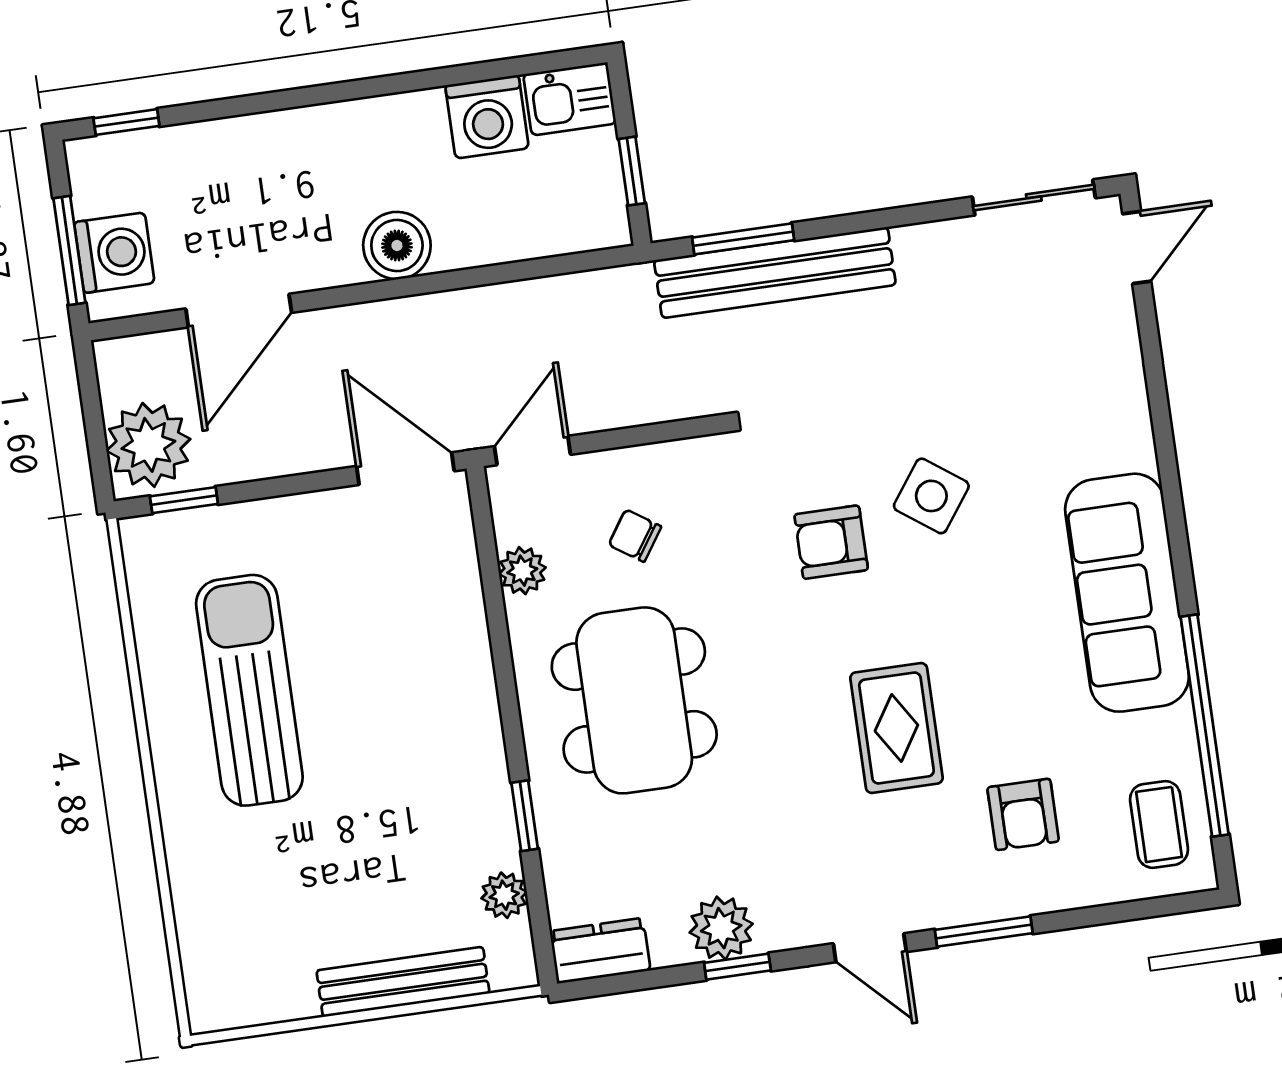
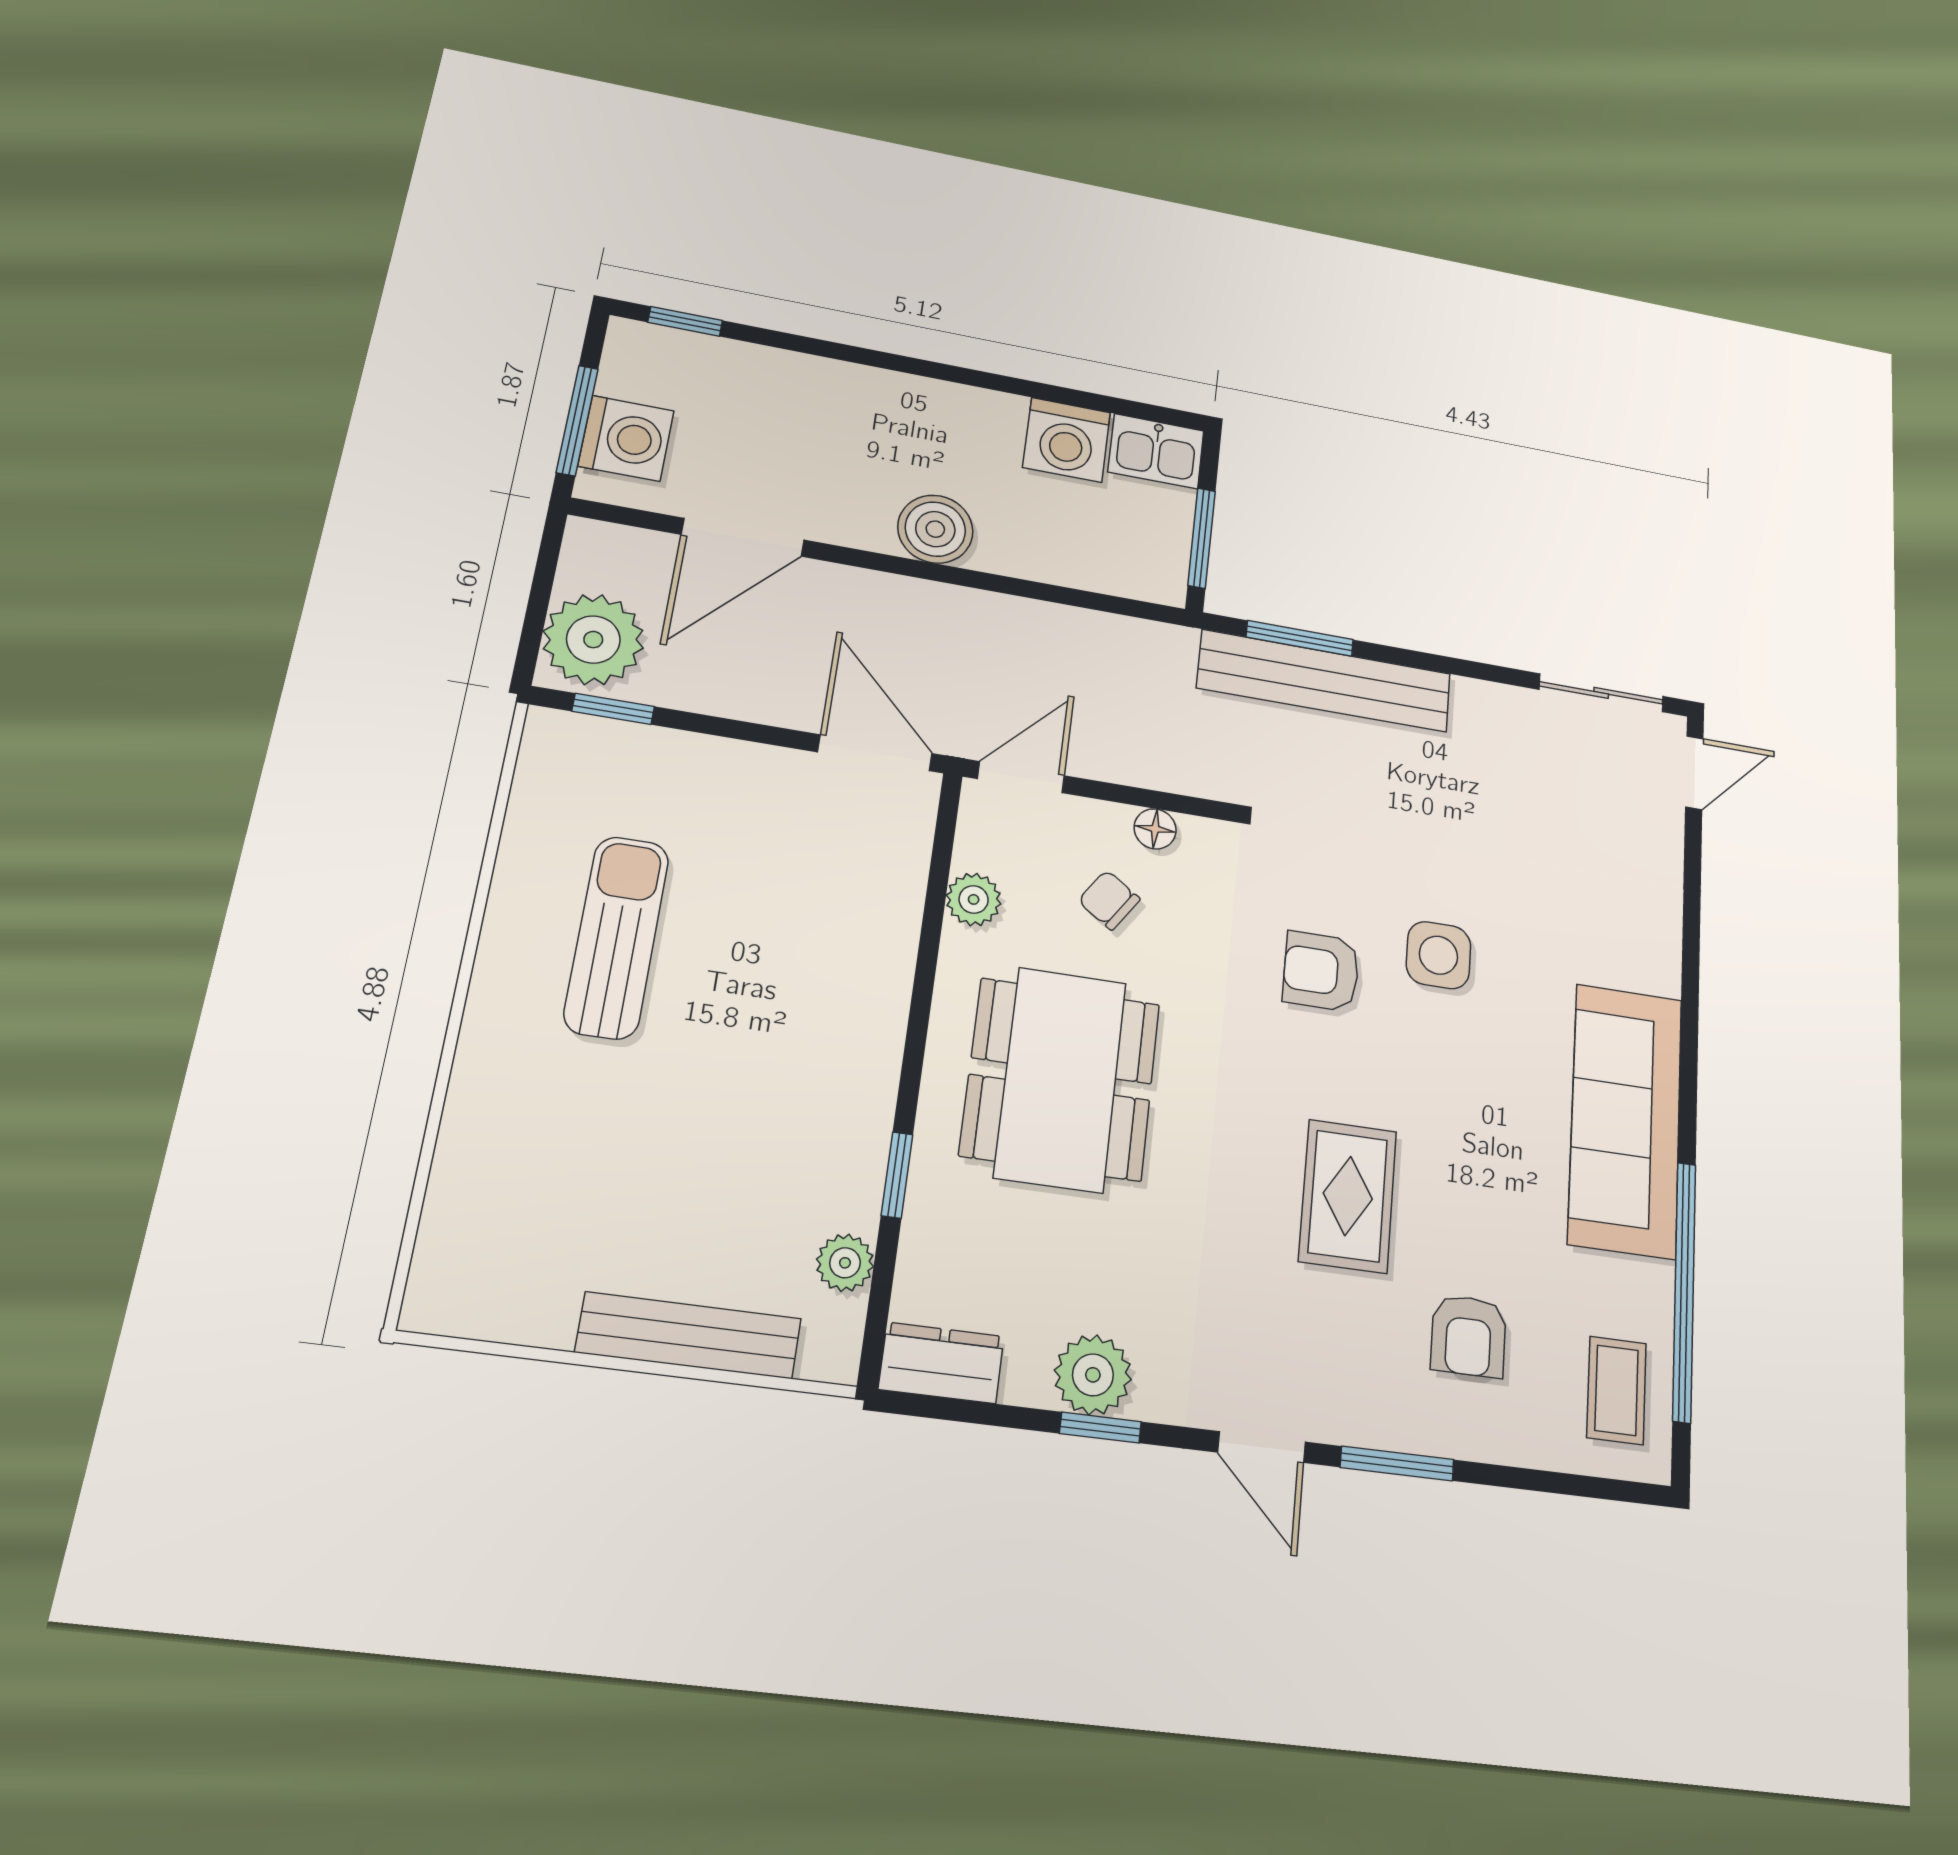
window: (632, 171) -> (1202, 538), width x1.50
floor lamp: (658, 460) -> (1155, 829), added
side table: (931, 496) -> (1438, 955), turned -36
sun lounger: (249, 690) -> (617, 937), width x0.73, depth x0.75

